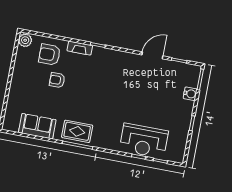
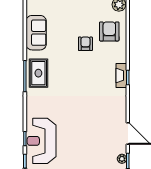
fireplace: (80, 48) -> (121, 75), moved
plant: (176, 66) -> (122, 159), added

